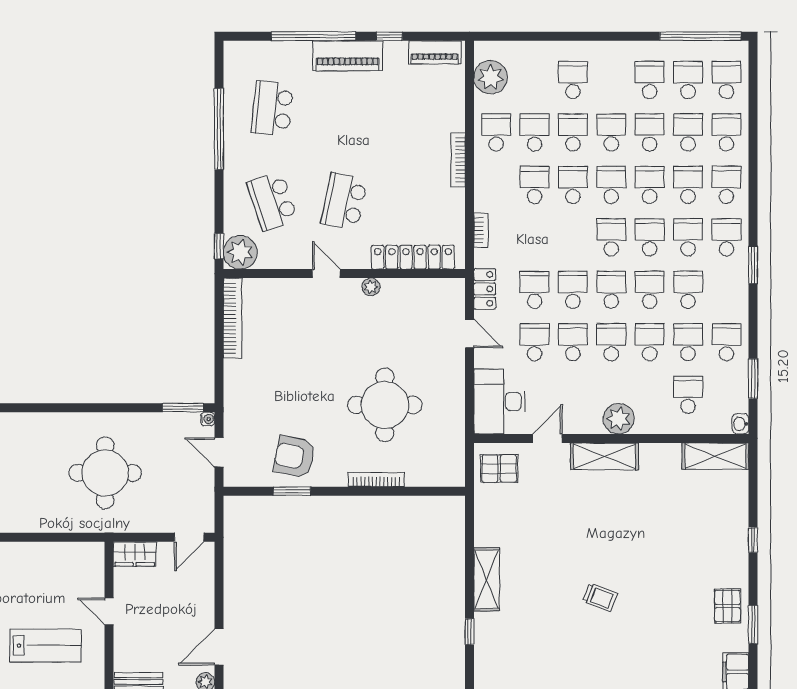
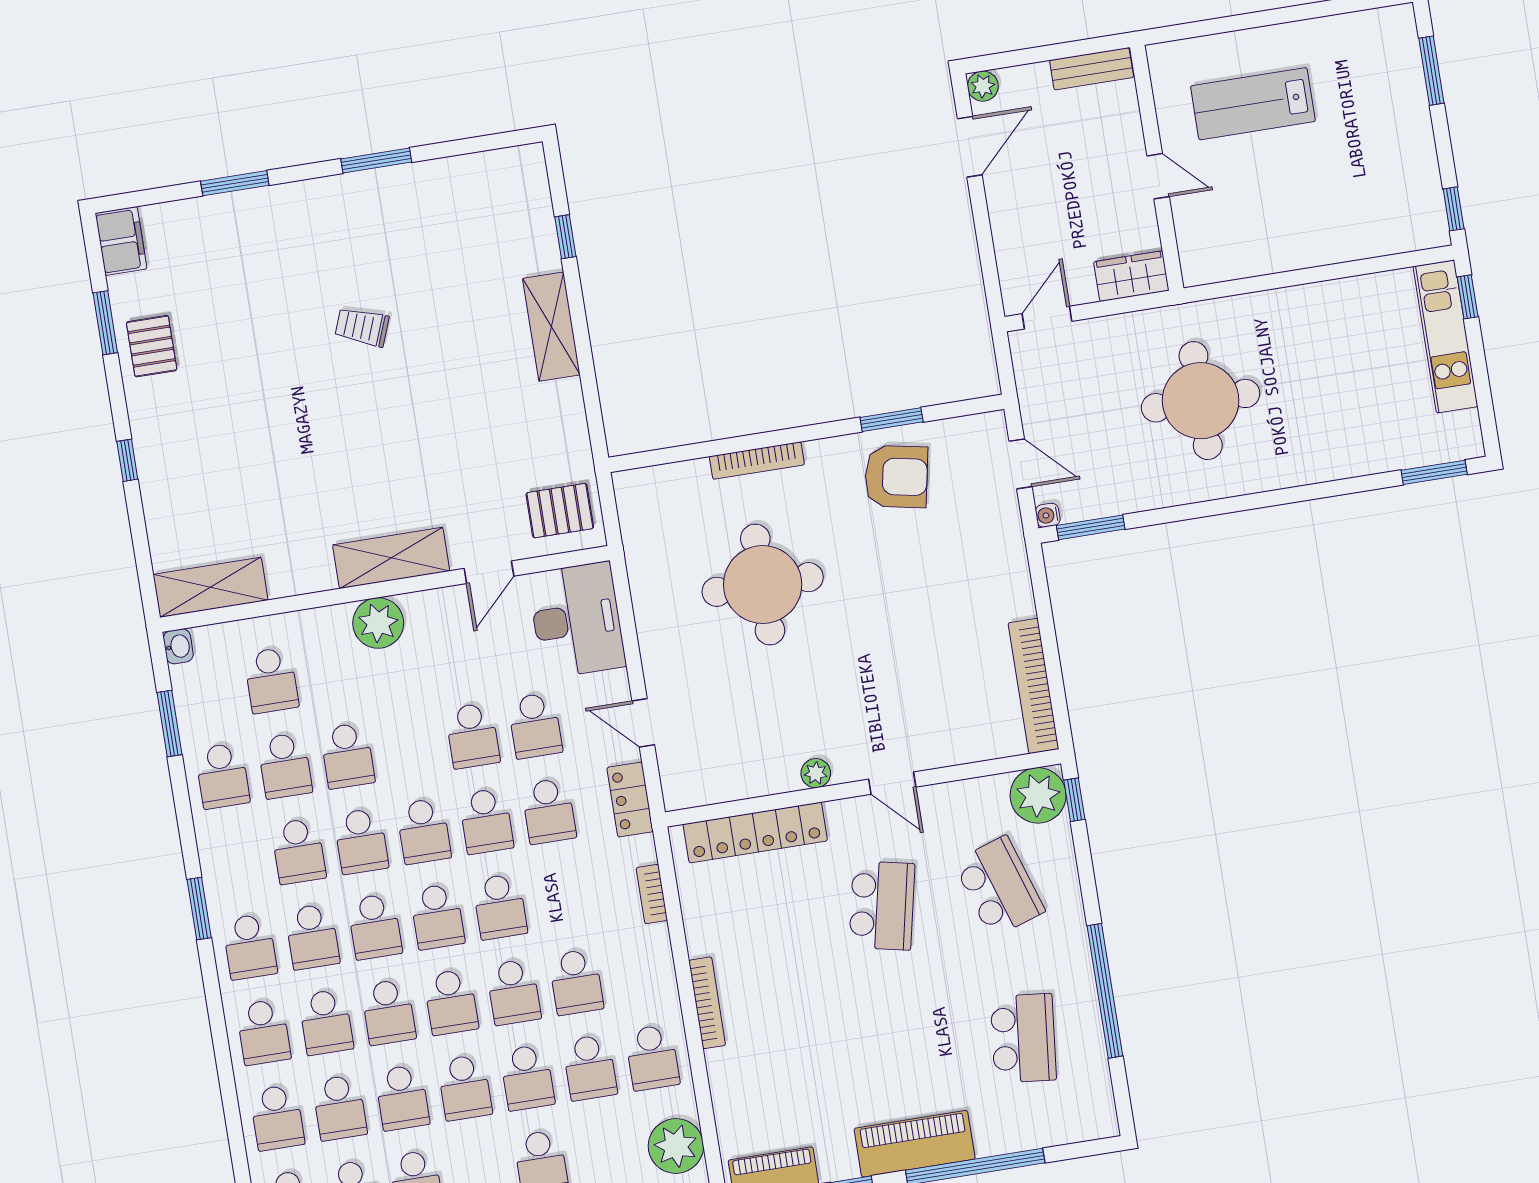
school desk: (611, 342) -> (500, 907), moved

